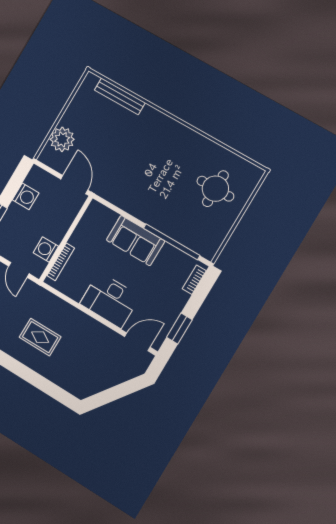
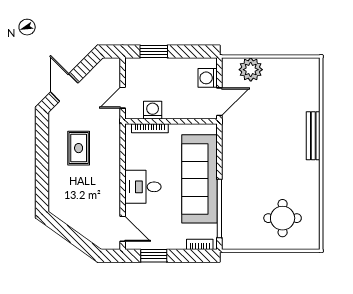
bench: (120, 96) -> (313, 136), moved
washing machine: (26, 196) -> (208, 78), moved, turned 90
sofa: (135, 241) -> (200, 179), width x1.85, depth x1.27
desk: (110, 300) -> (143, 187), width x0.73

